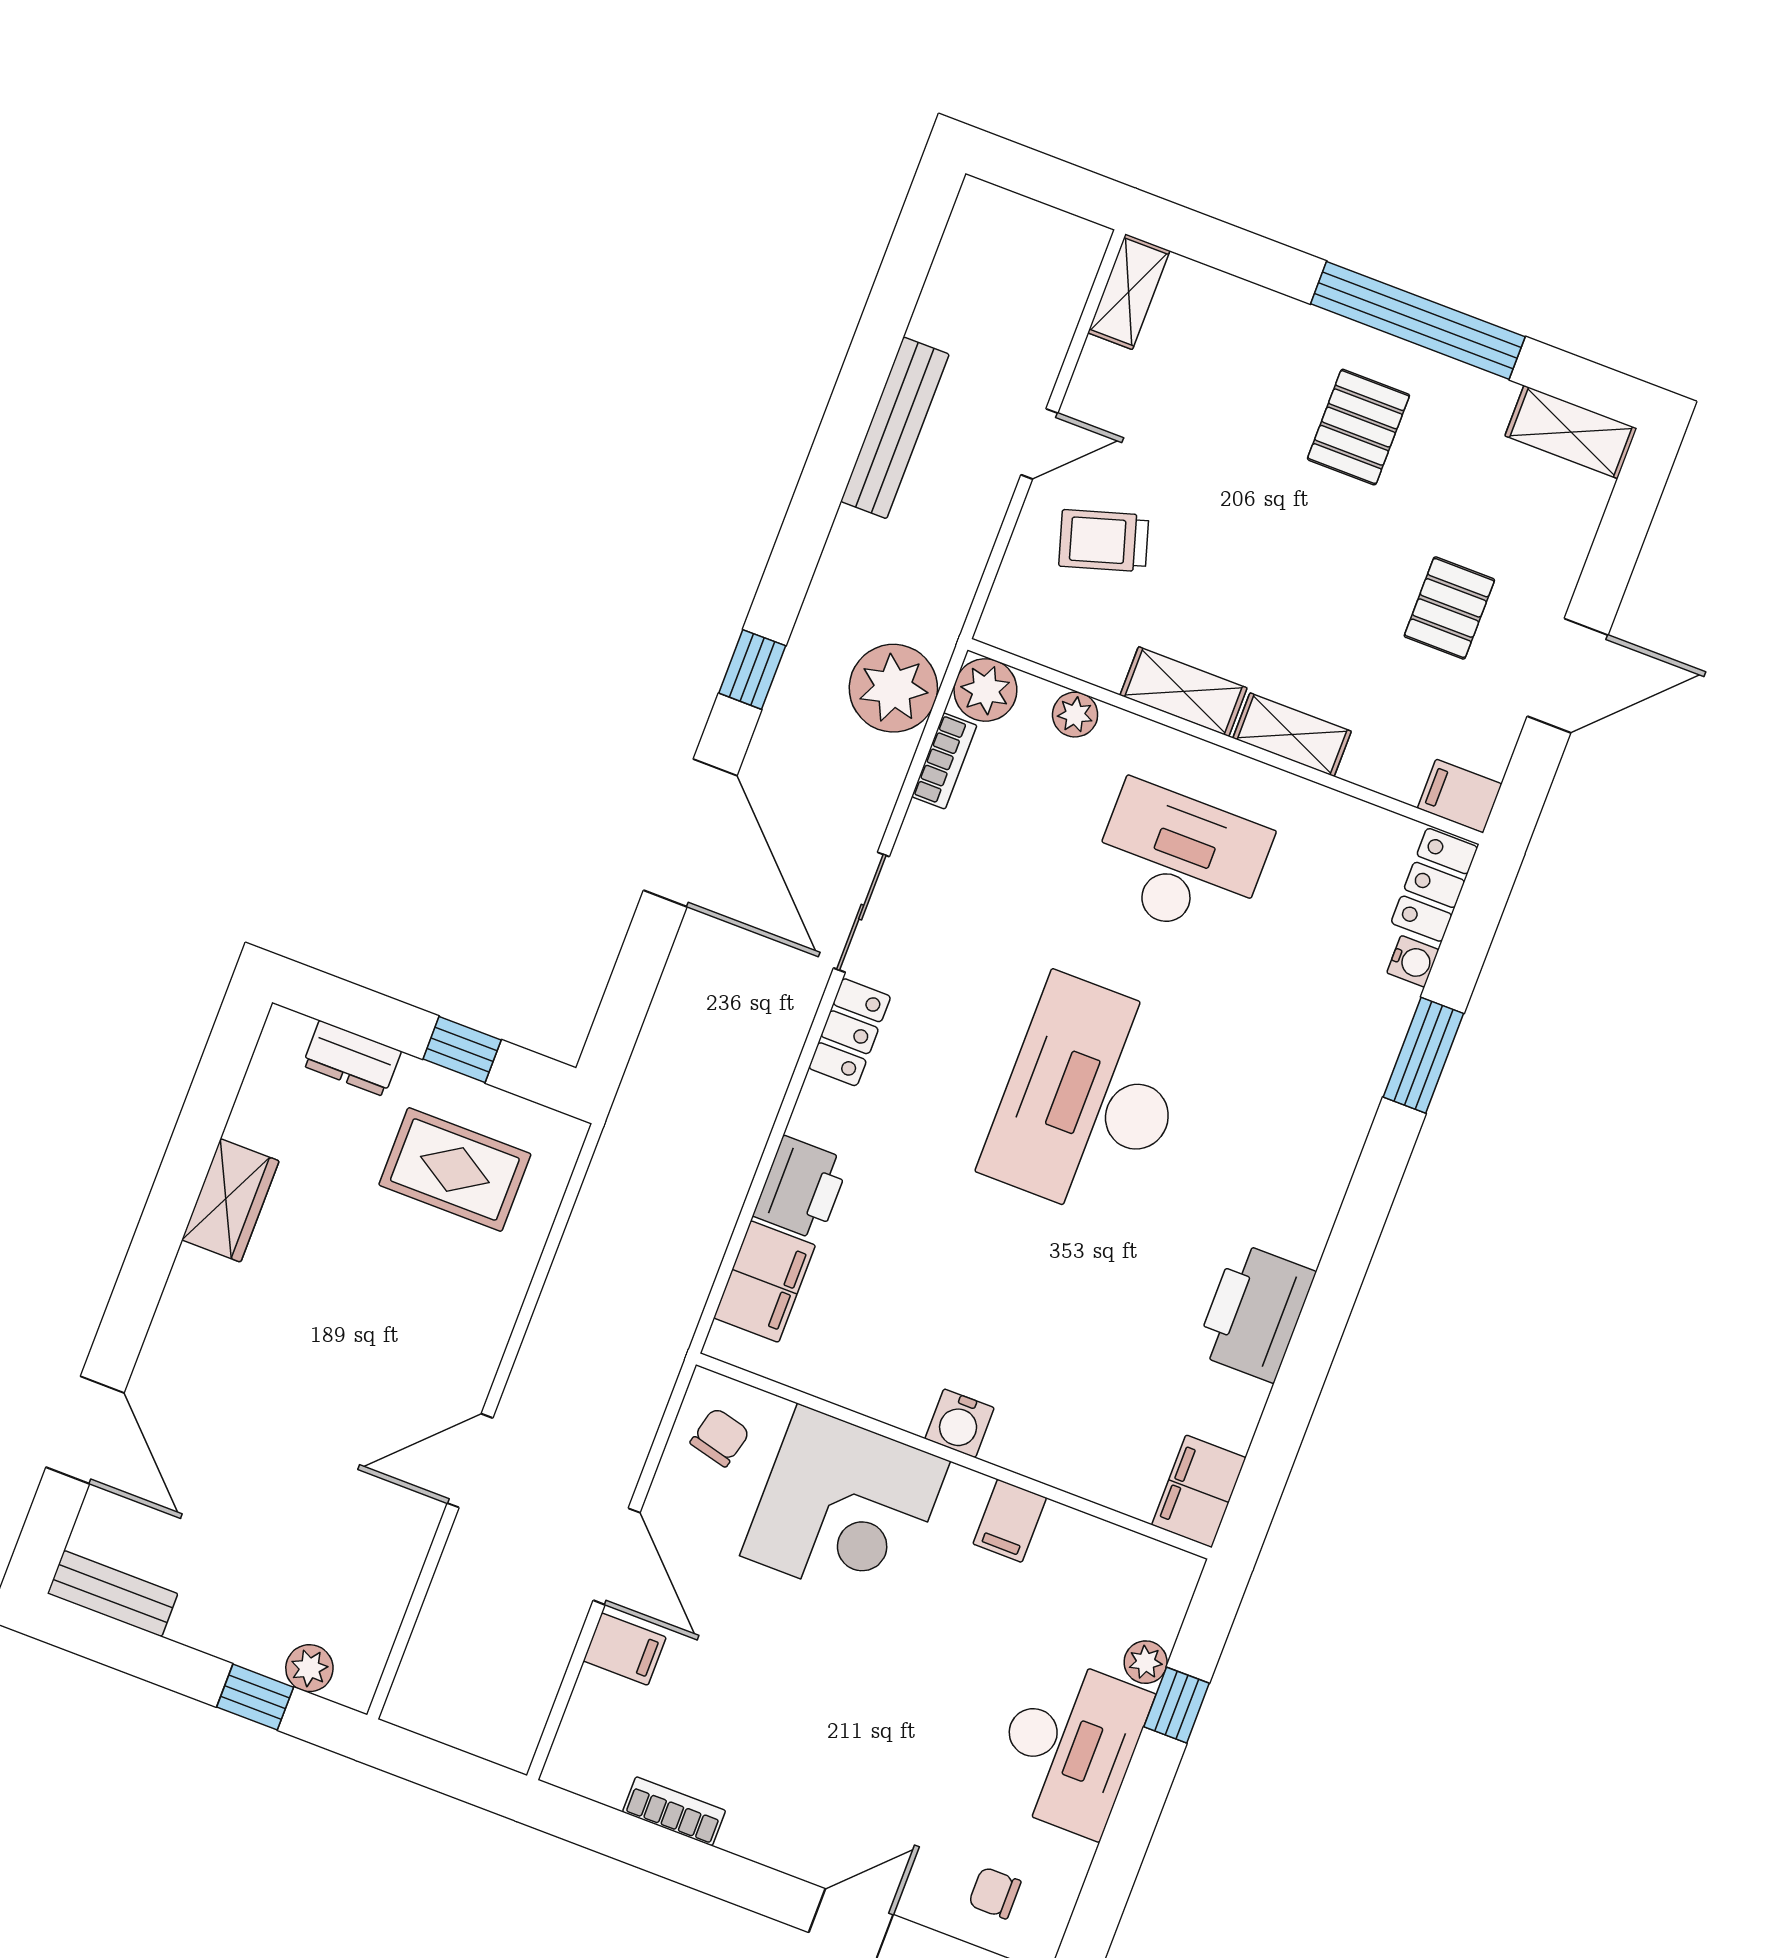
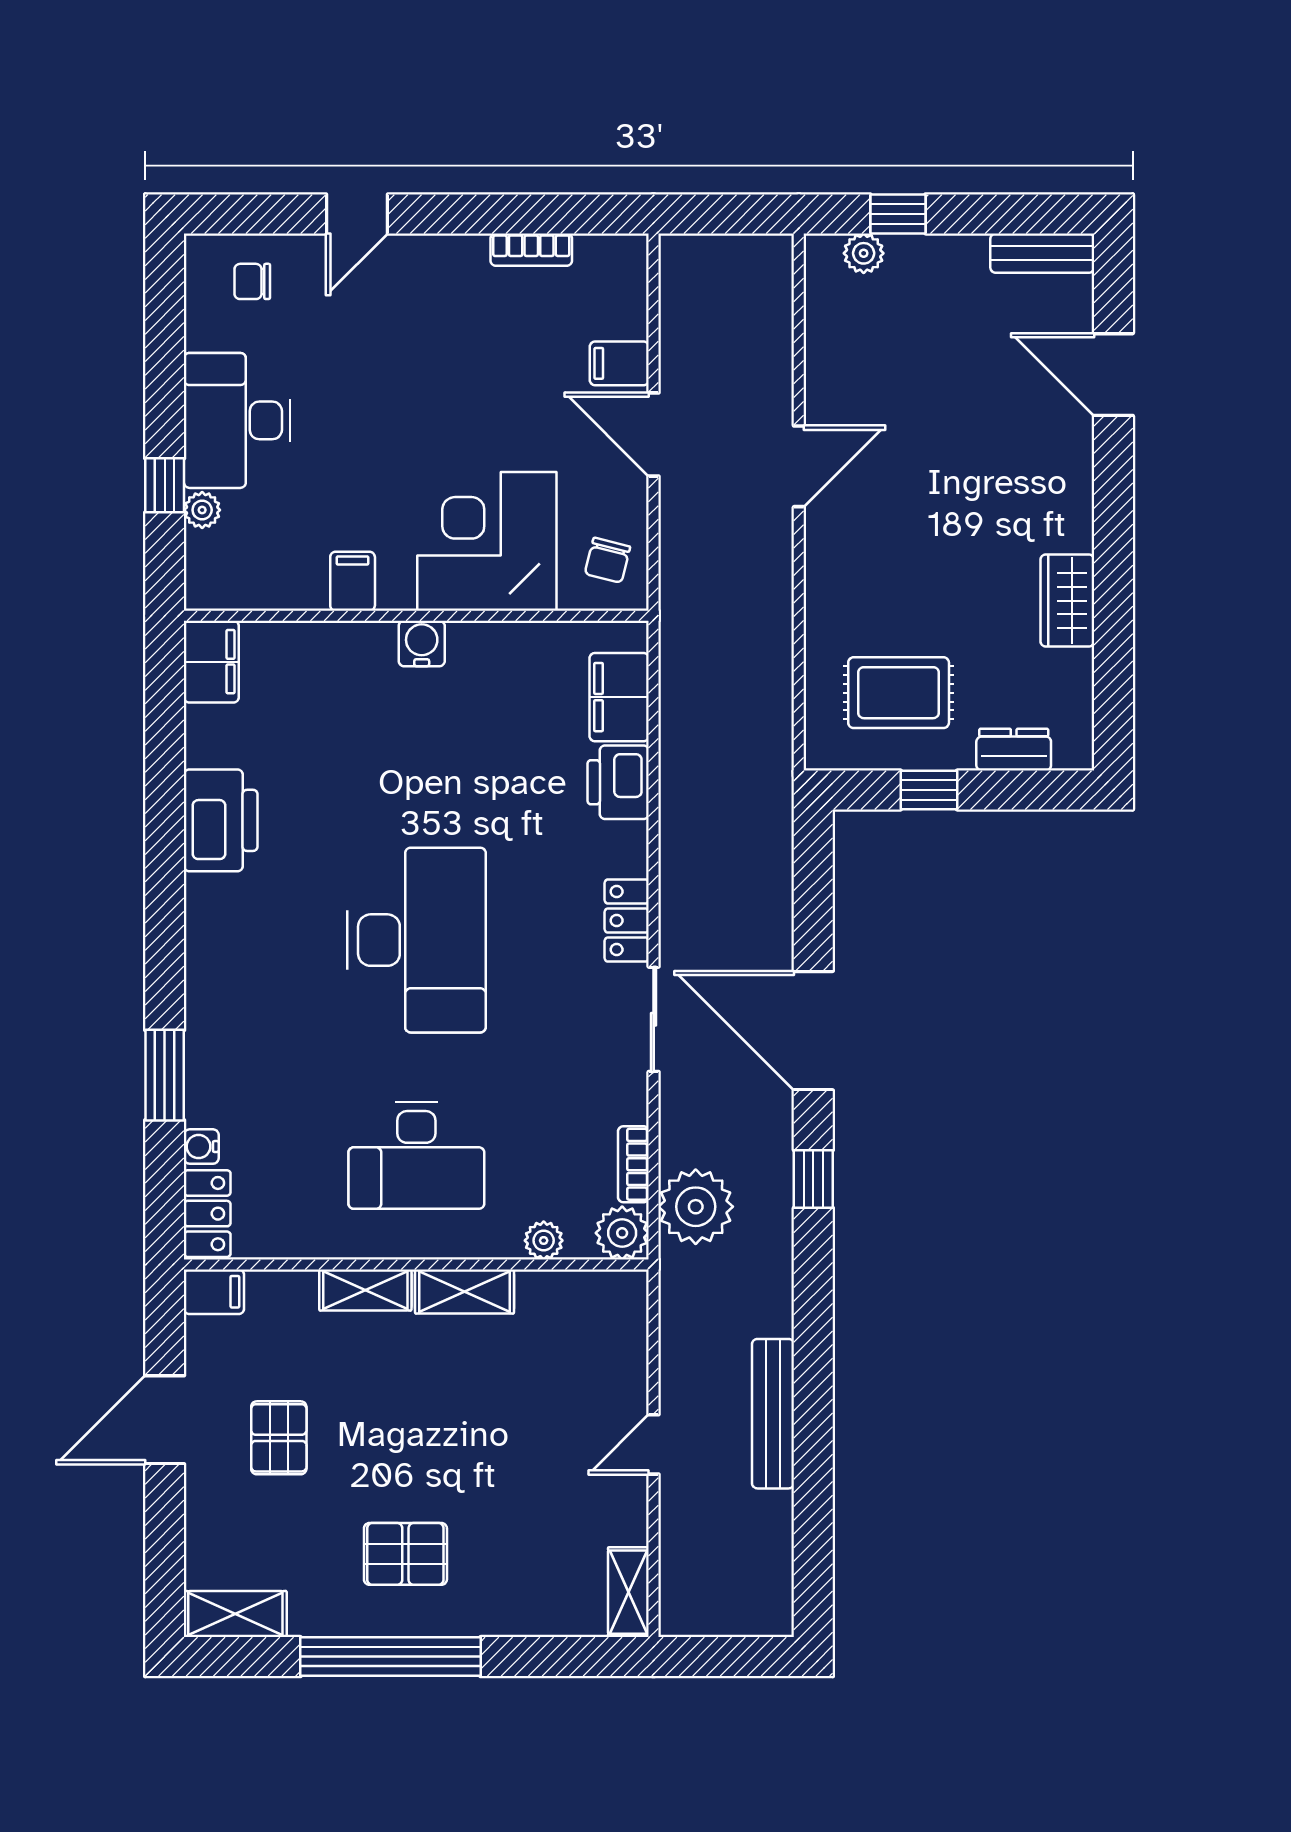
pallet: (1358, 427) -> (405, 1554), turned 90
trolley: (1104, 541) -> (573, 1387), removed
chair: (995, 1893) -> (252, 281), turned 180

